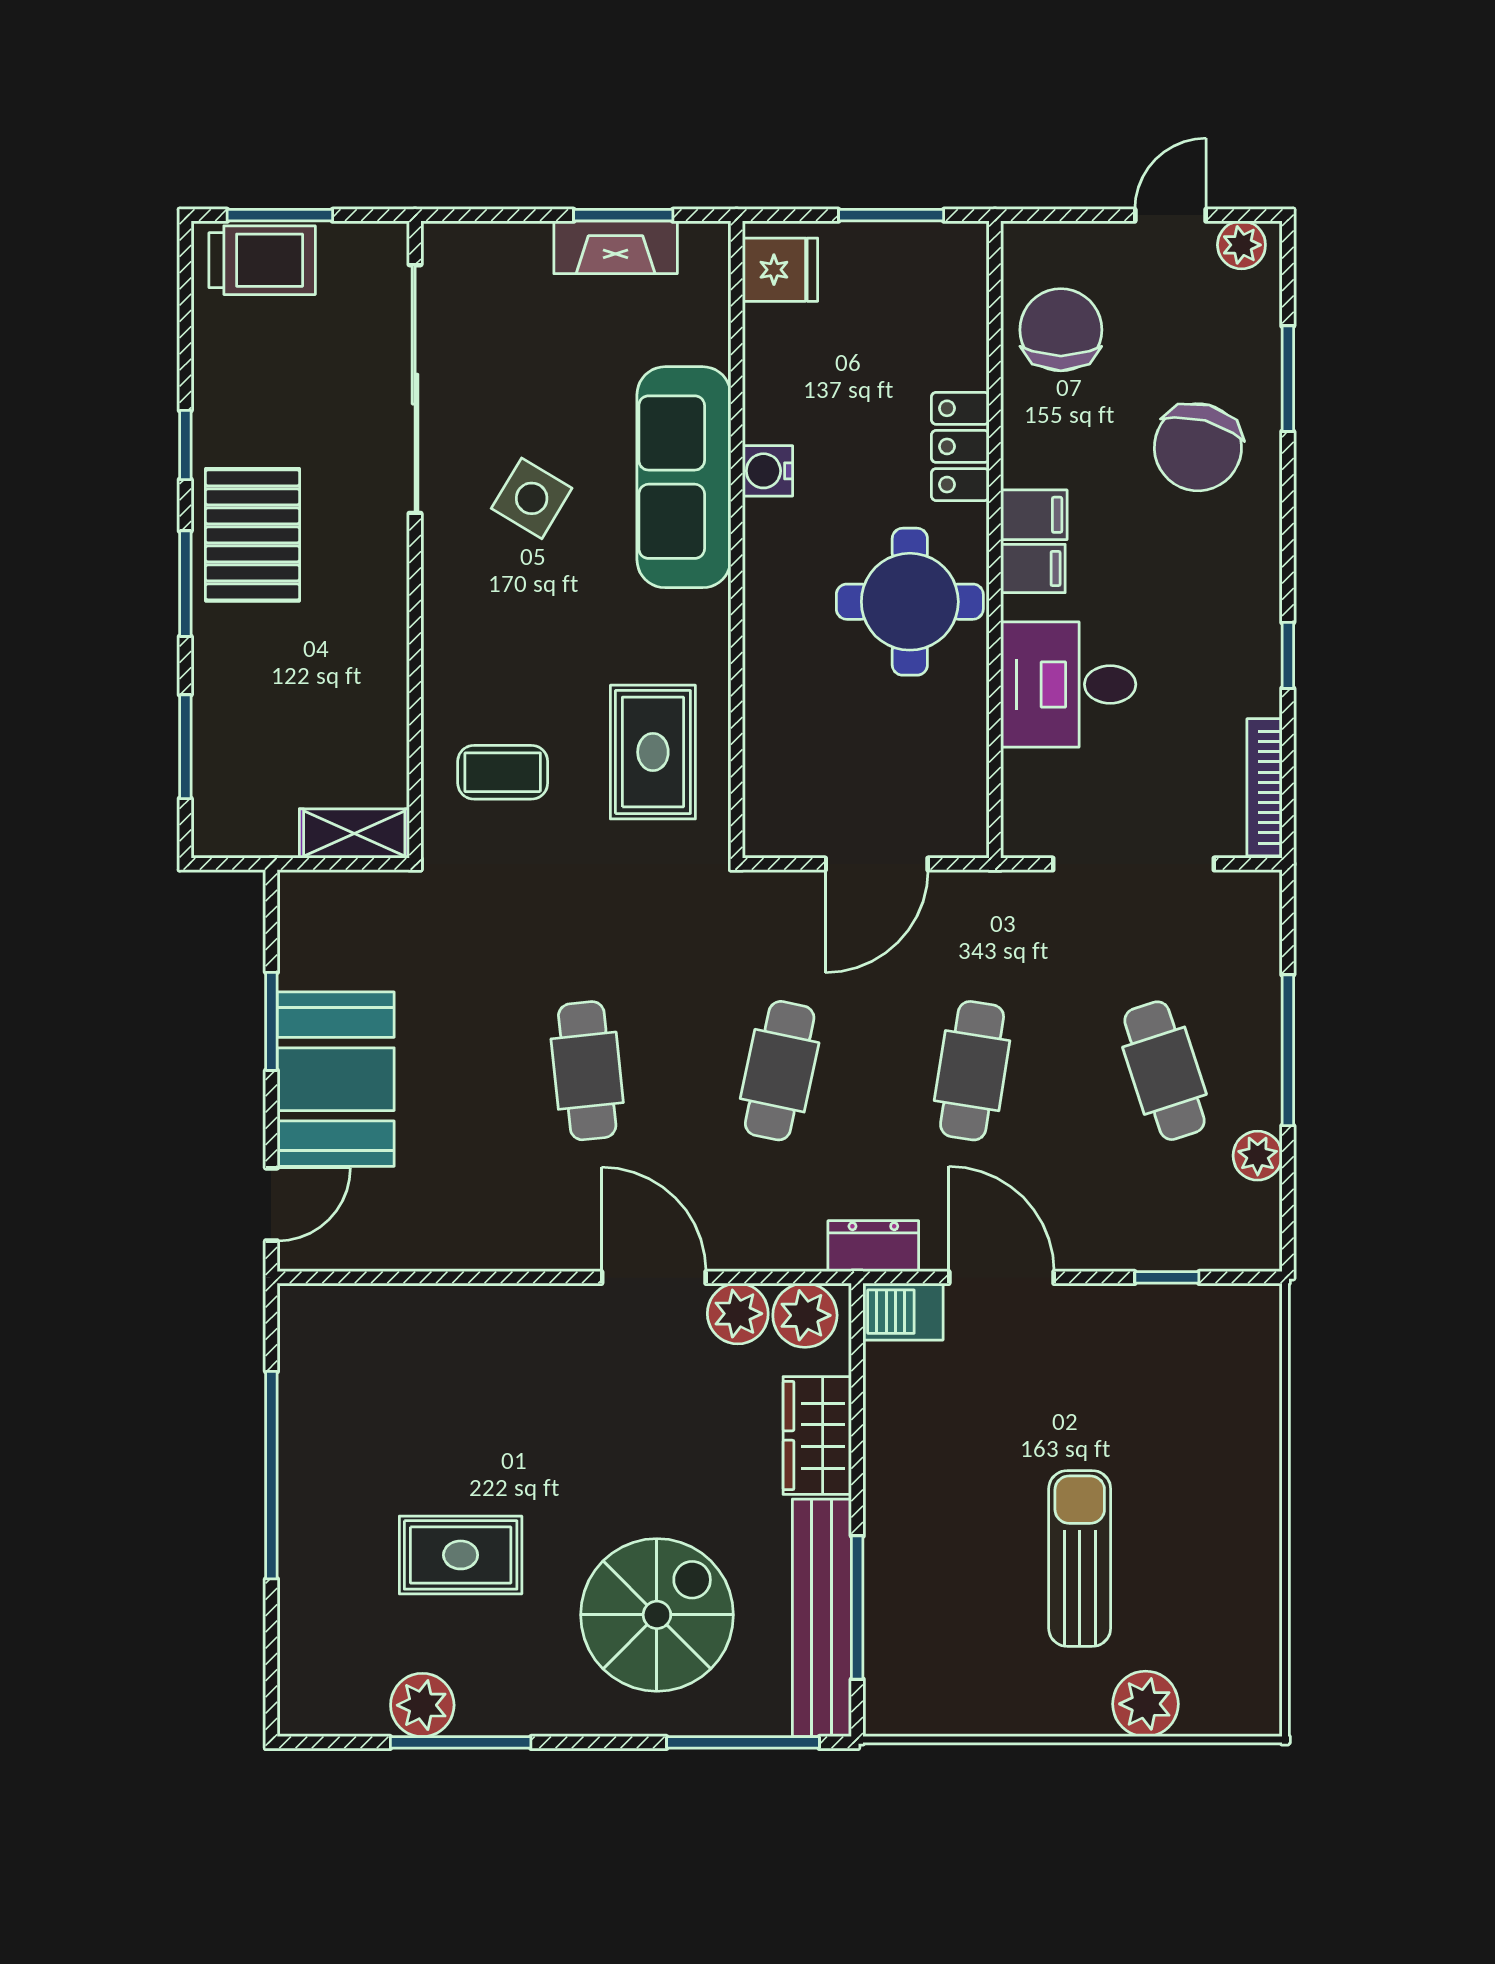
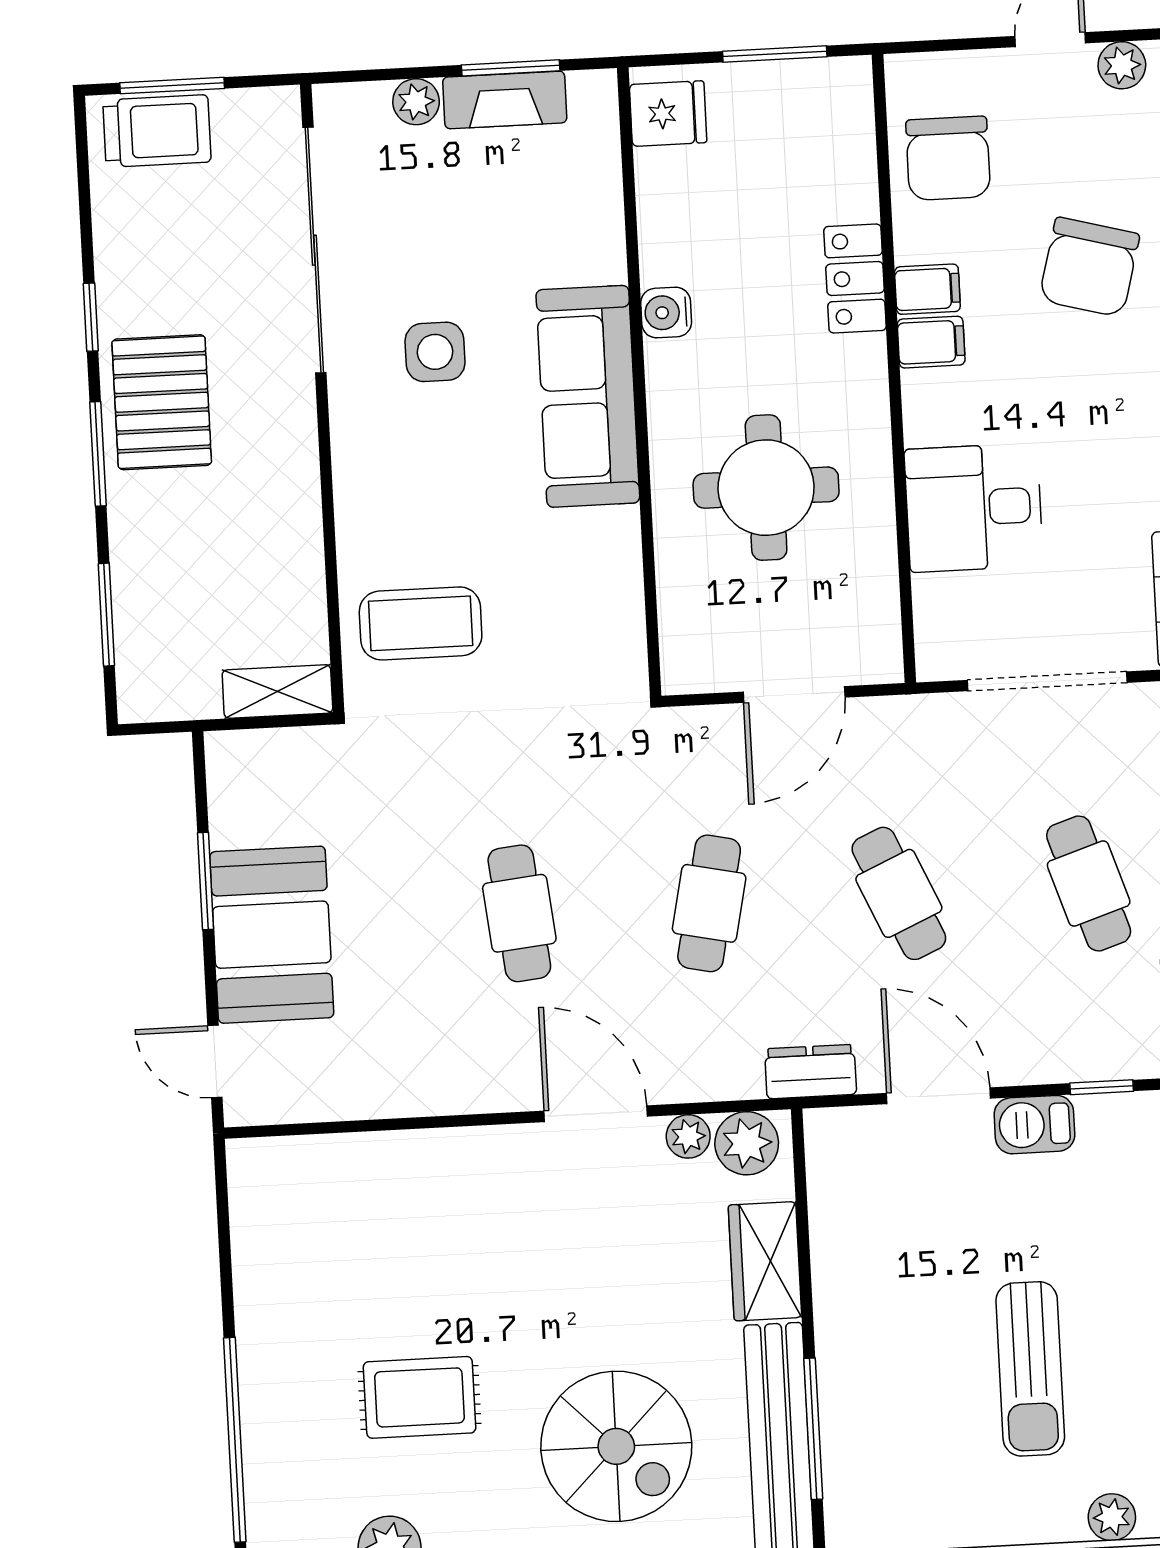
plant: (526, 244) -> (416, 102), added
chair: (1061, 330) -> (948, 158), turned 180
sofa: (684, 477) -> (588, 396), moved
side table: (532, 498) -> (435, 352), turned -31
filing cabinet: (1033, 568) -> (927, 289), moved
round table: (910, 602) -> (766, 488), moved
rug: (653, 752) -> (568, 596), removed
coffee table: (503, 772) -> (421, 623), width x1.36, depth x1.30
cafe table: (972, 1071) -> (899, 893), turned -33
door: (271, 1204) -> (215, 1062), swing flipped
barbecue: (903, 1312) -> (1034, 1125), moved
plant: (738, 1314) -> (688, 1136), width x0.73, depth x0.73
window: (271, 1475) -> (235, 1440), moved
sun lounger: (1080, 1559) -> (1030, 1369), turned 180
spiral stairs: (657, 1615) -> (616, 1446), turned 90
plant: (1145, 1704) -> (1112, 1517), width x0.73, depth x0.73

